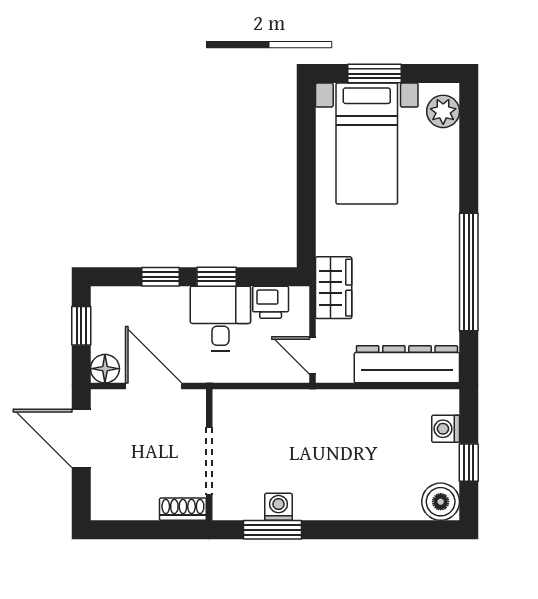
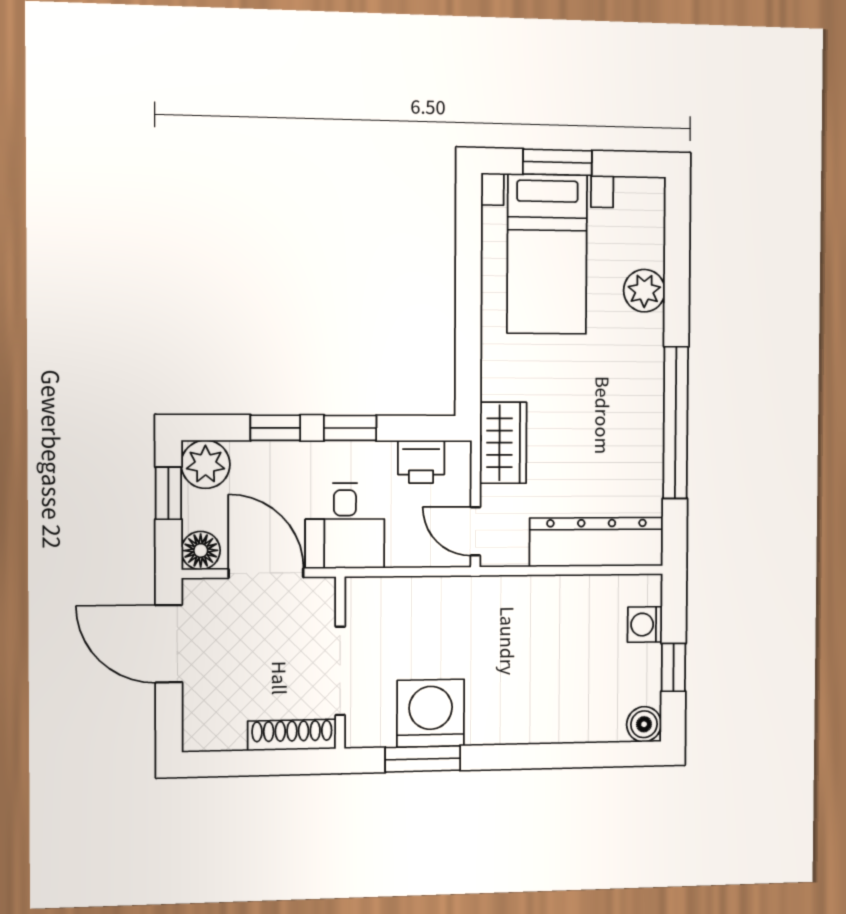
plant: (443, 111) -> (644, 291), moved
plant: (109, 304) -> (206, 464), added
desk: (220, 318) -> (345, 526), moved, turned 180
boiler: (441, 502) -> (644, 724), width x0.73, depth x0.73
washing machine: (279, 507) -> (431, 713), width x1.89, depth x1.89
shoe rack: (183, 509) -> (292, 735), width x1.43

